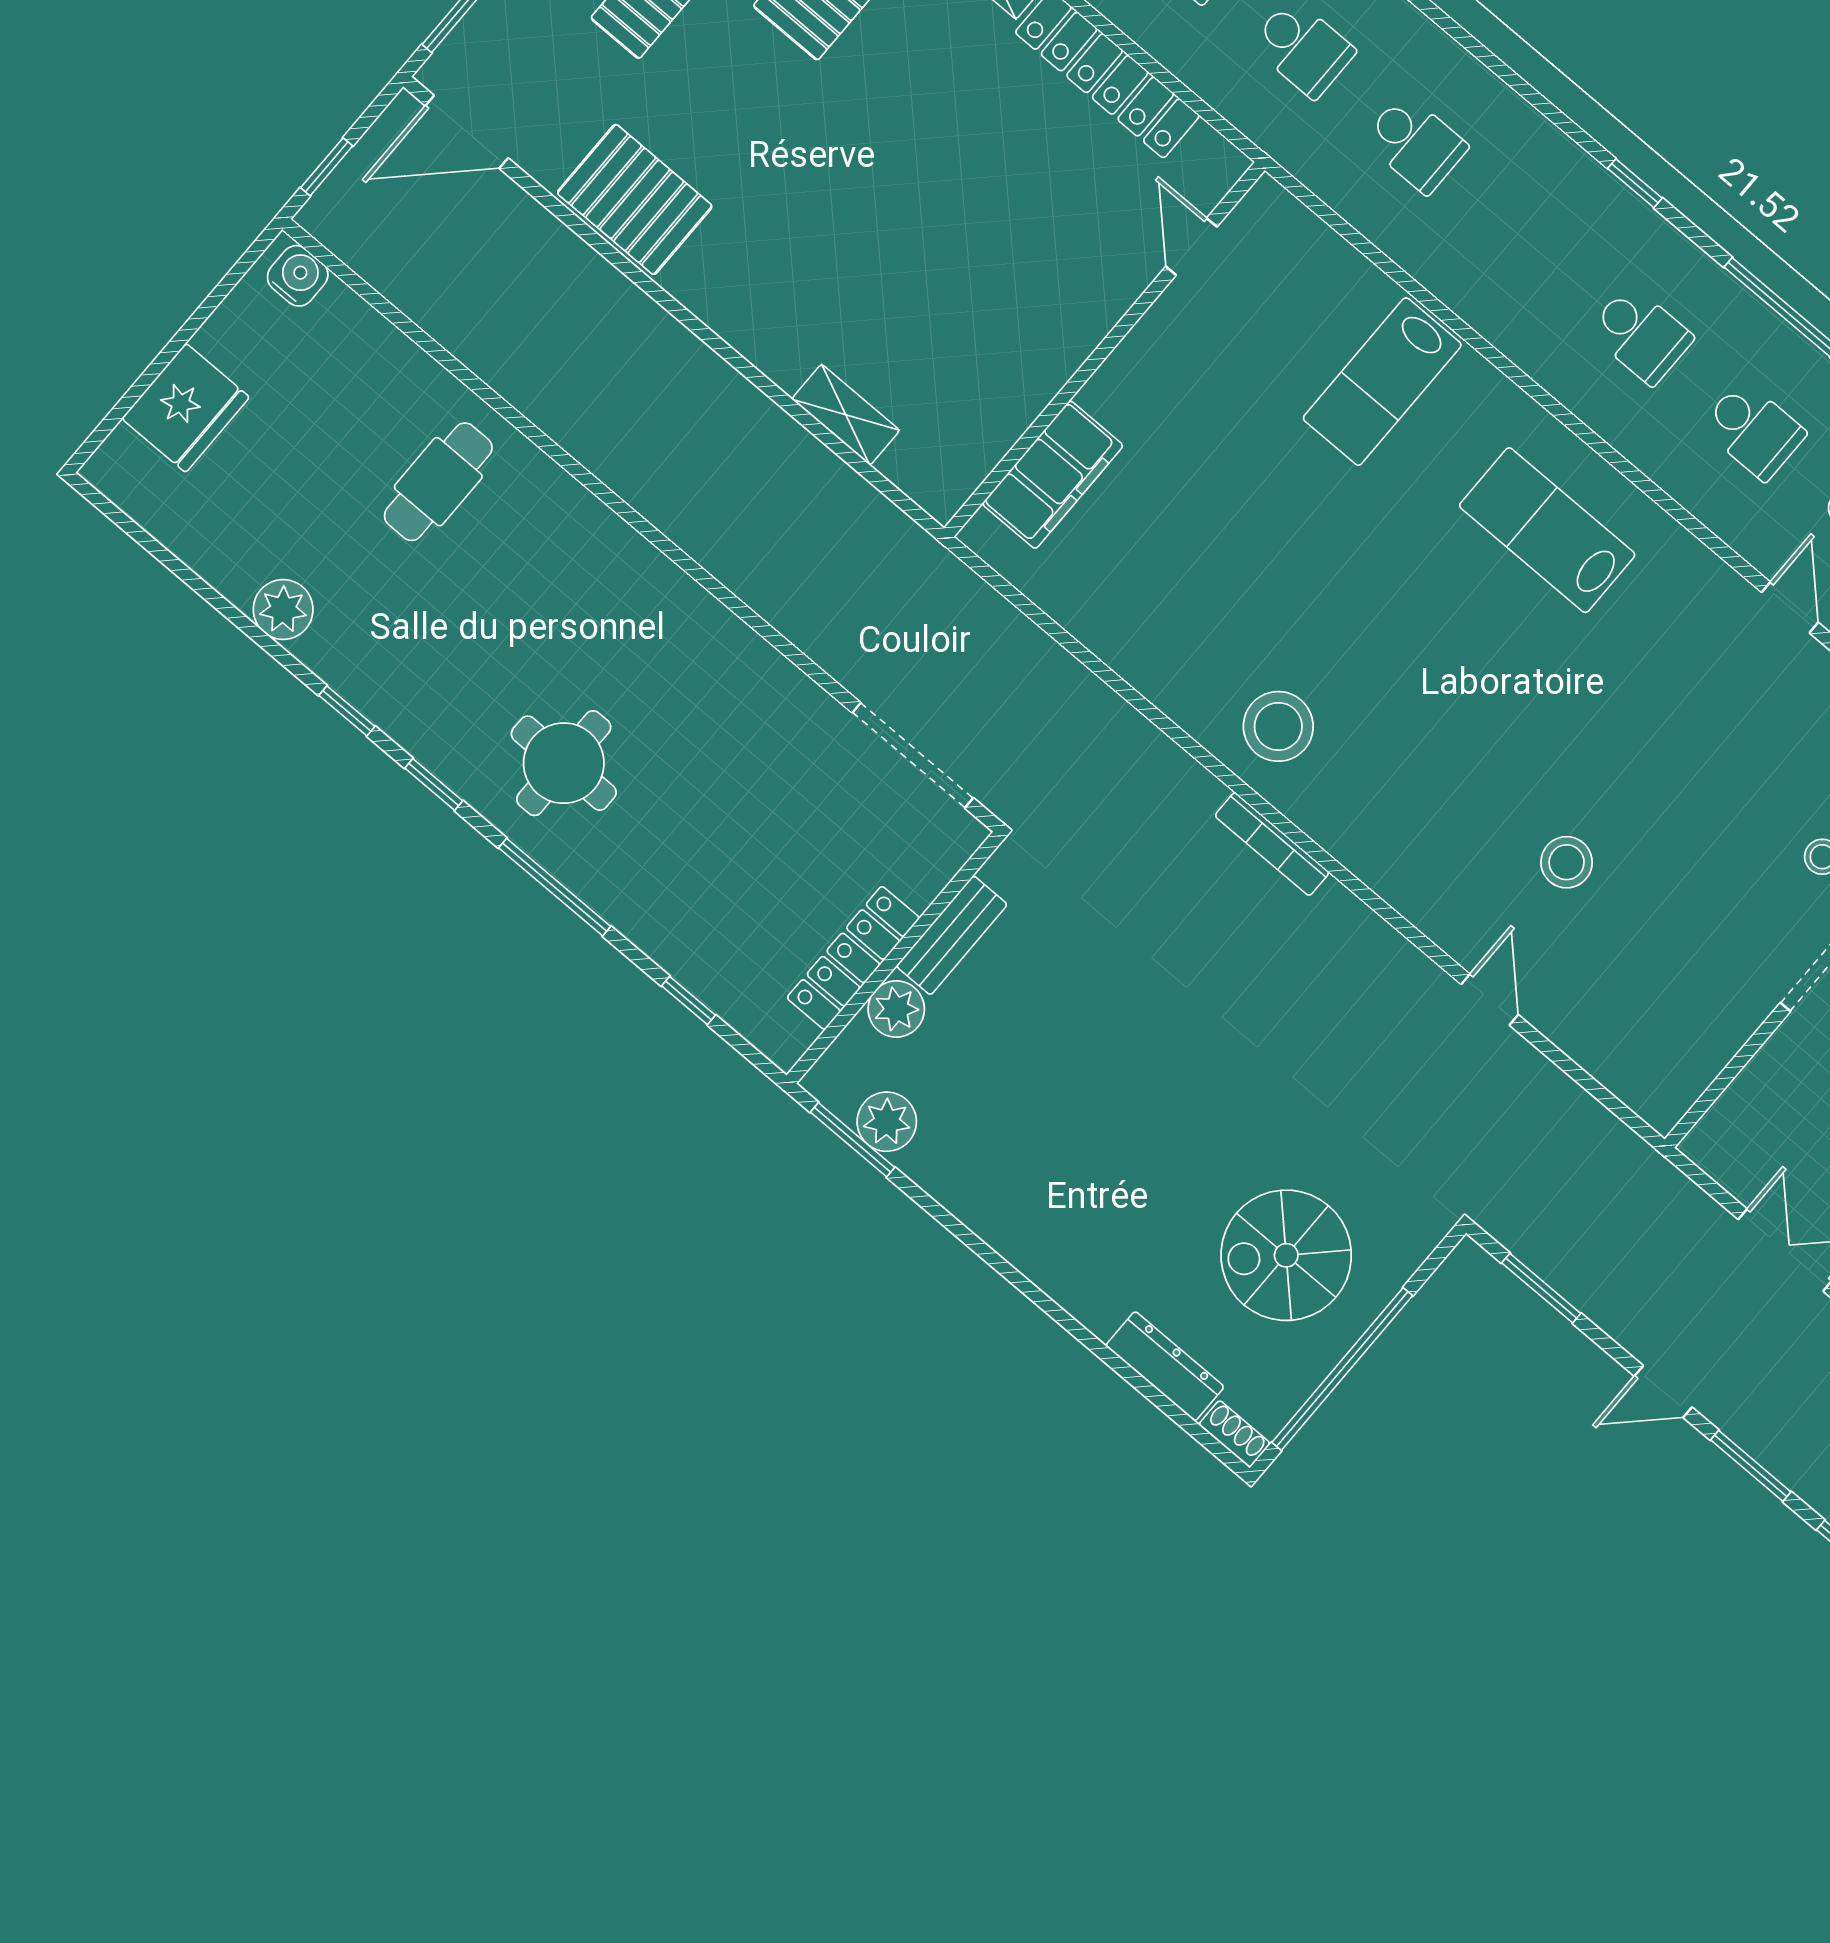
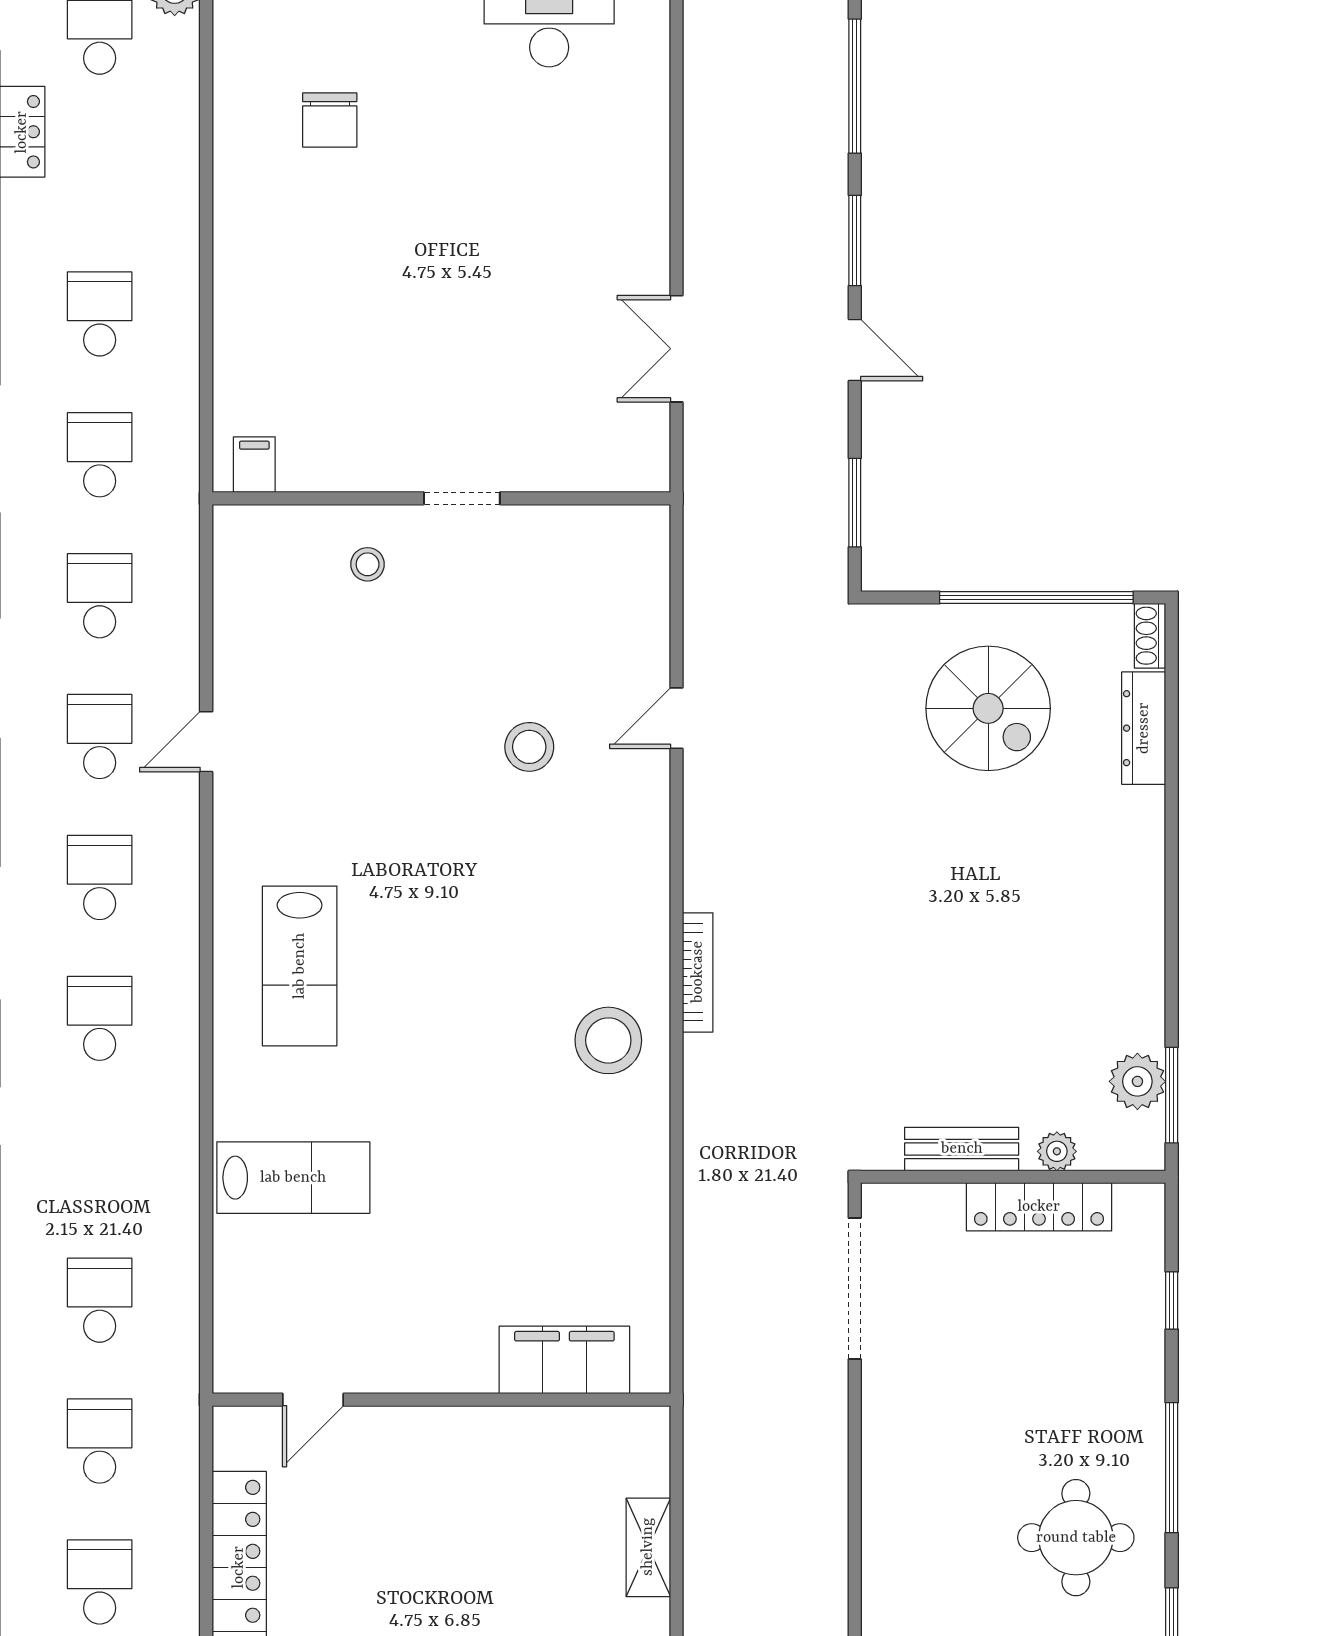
plant: (896, 1009) -> (1057, 1151), width x0.73, depth x0.73

